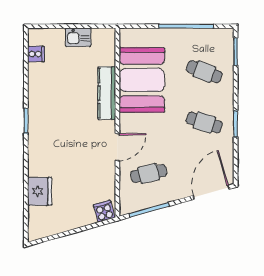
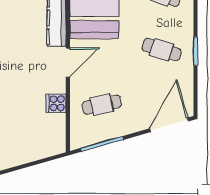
door: (117, 147) -> (68, 63), moved
cooker: (104, 211) -> (56, 103), moved, turned -74

